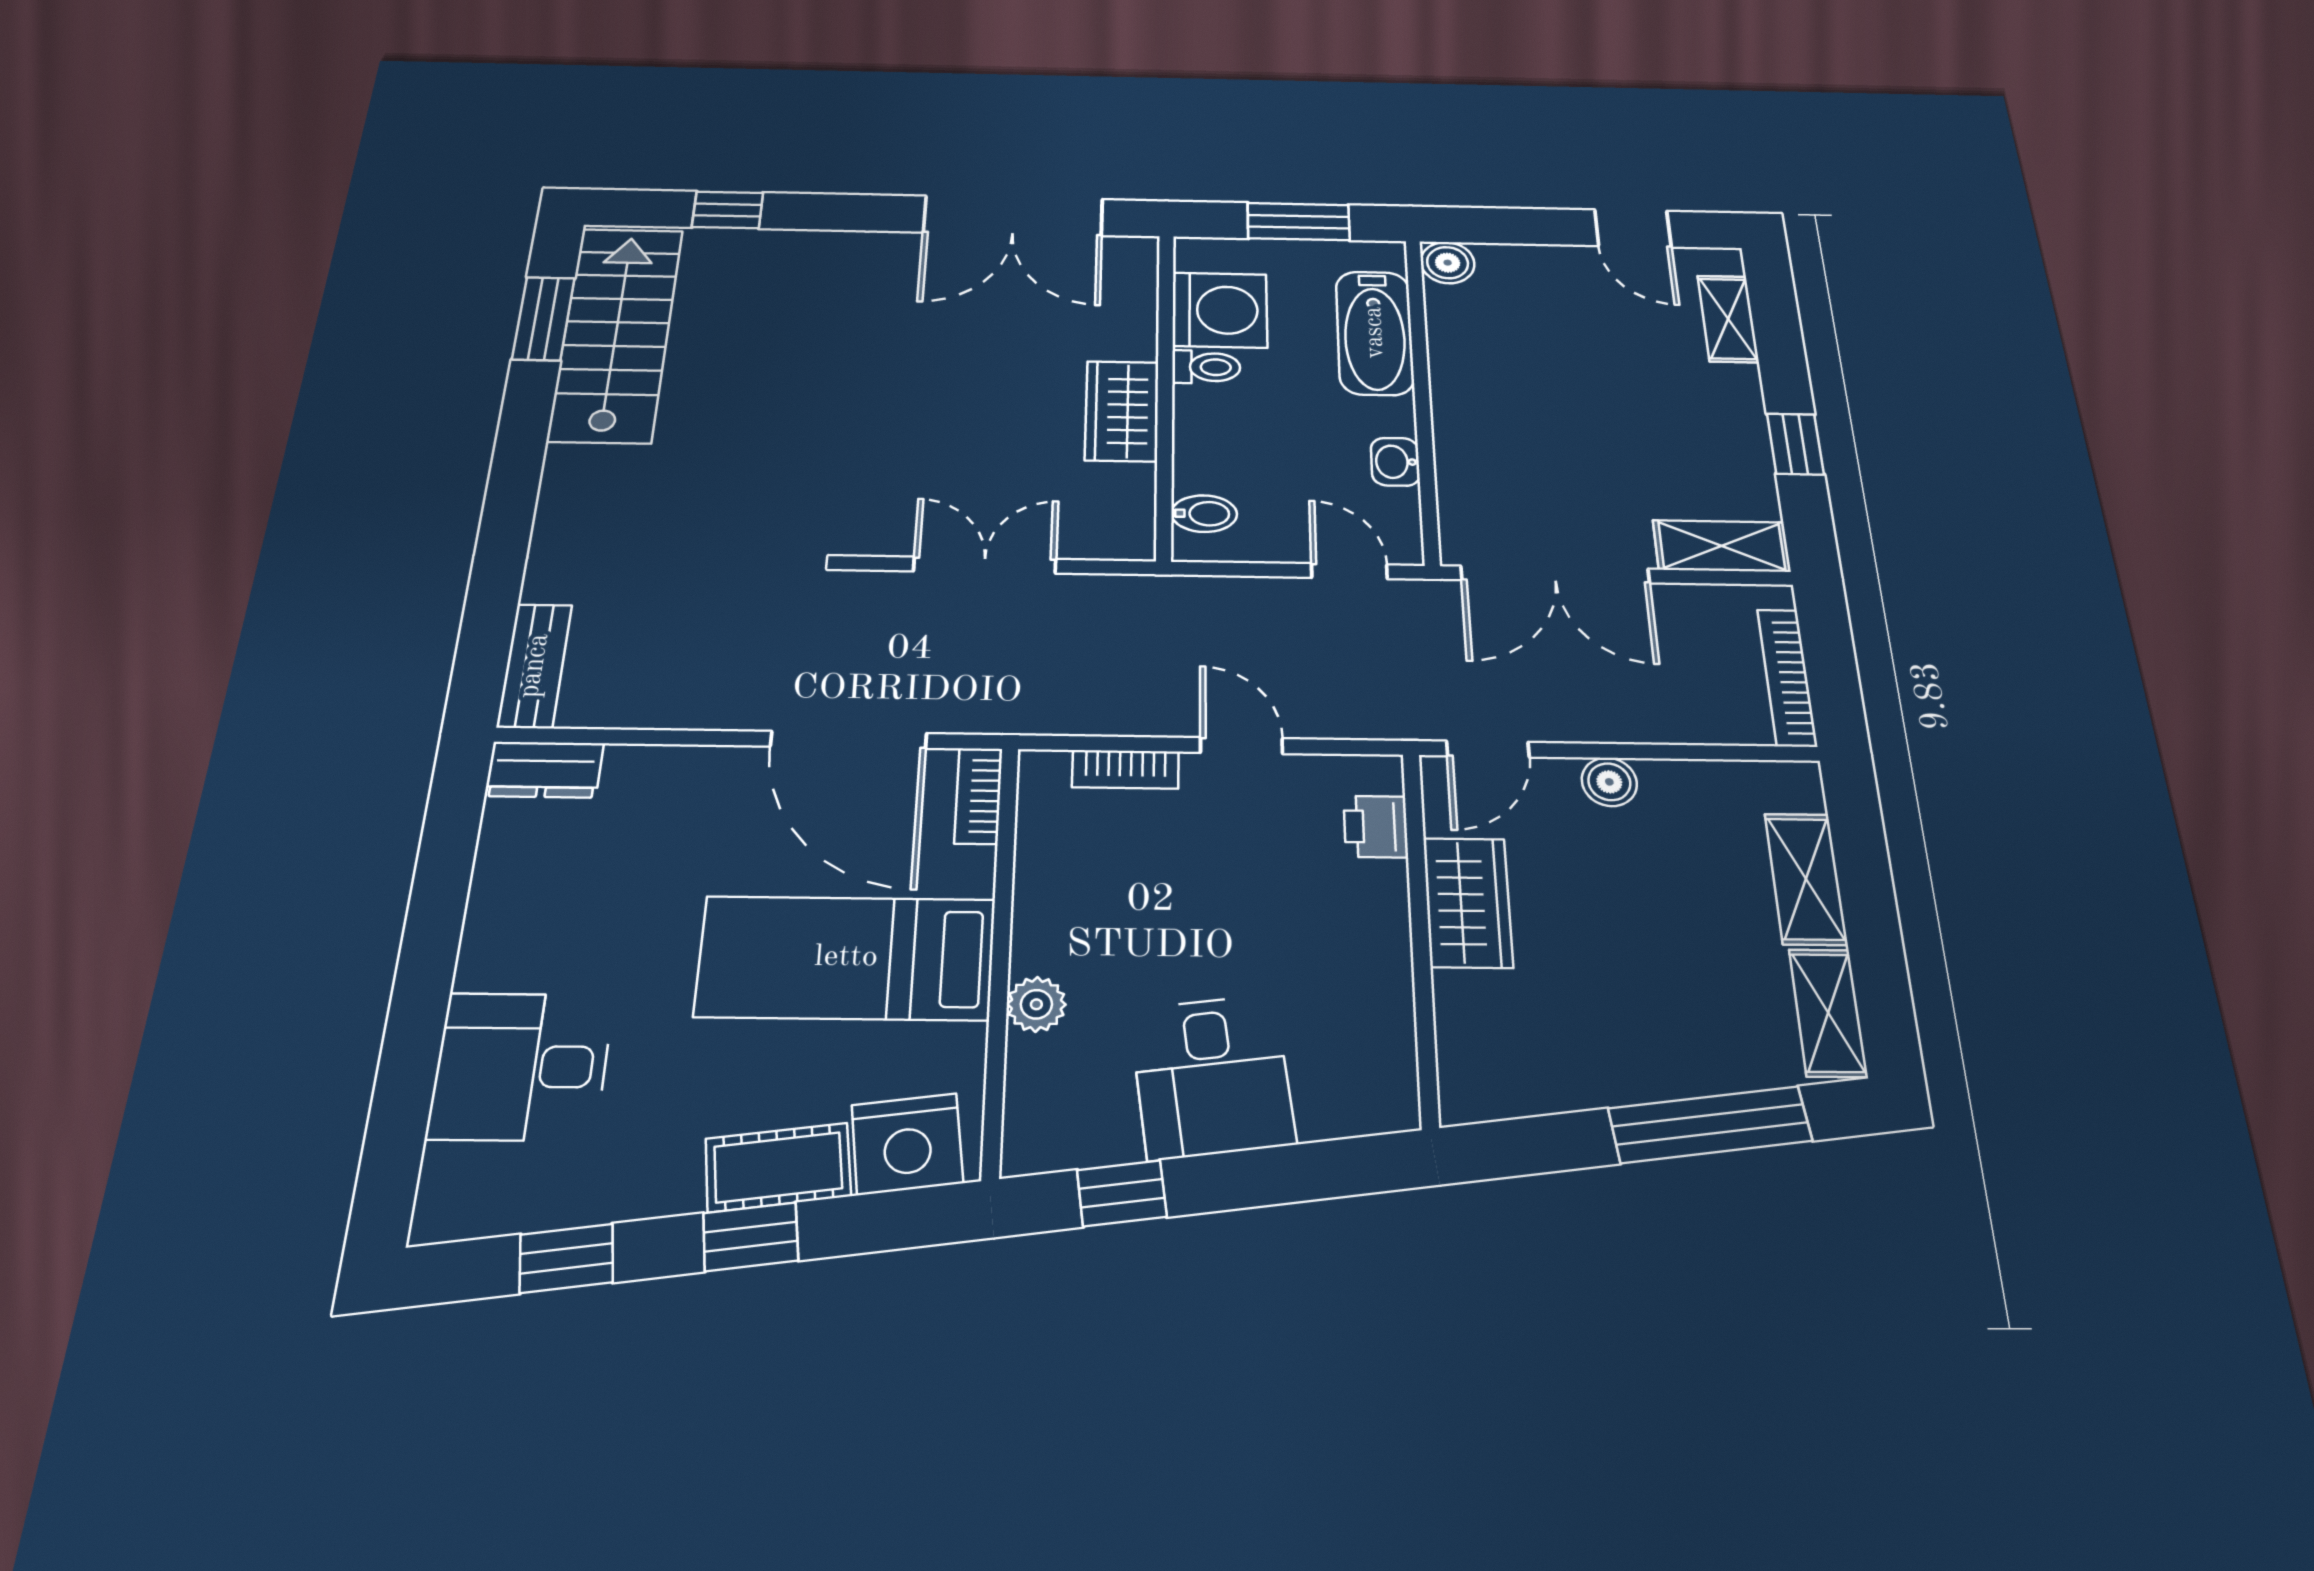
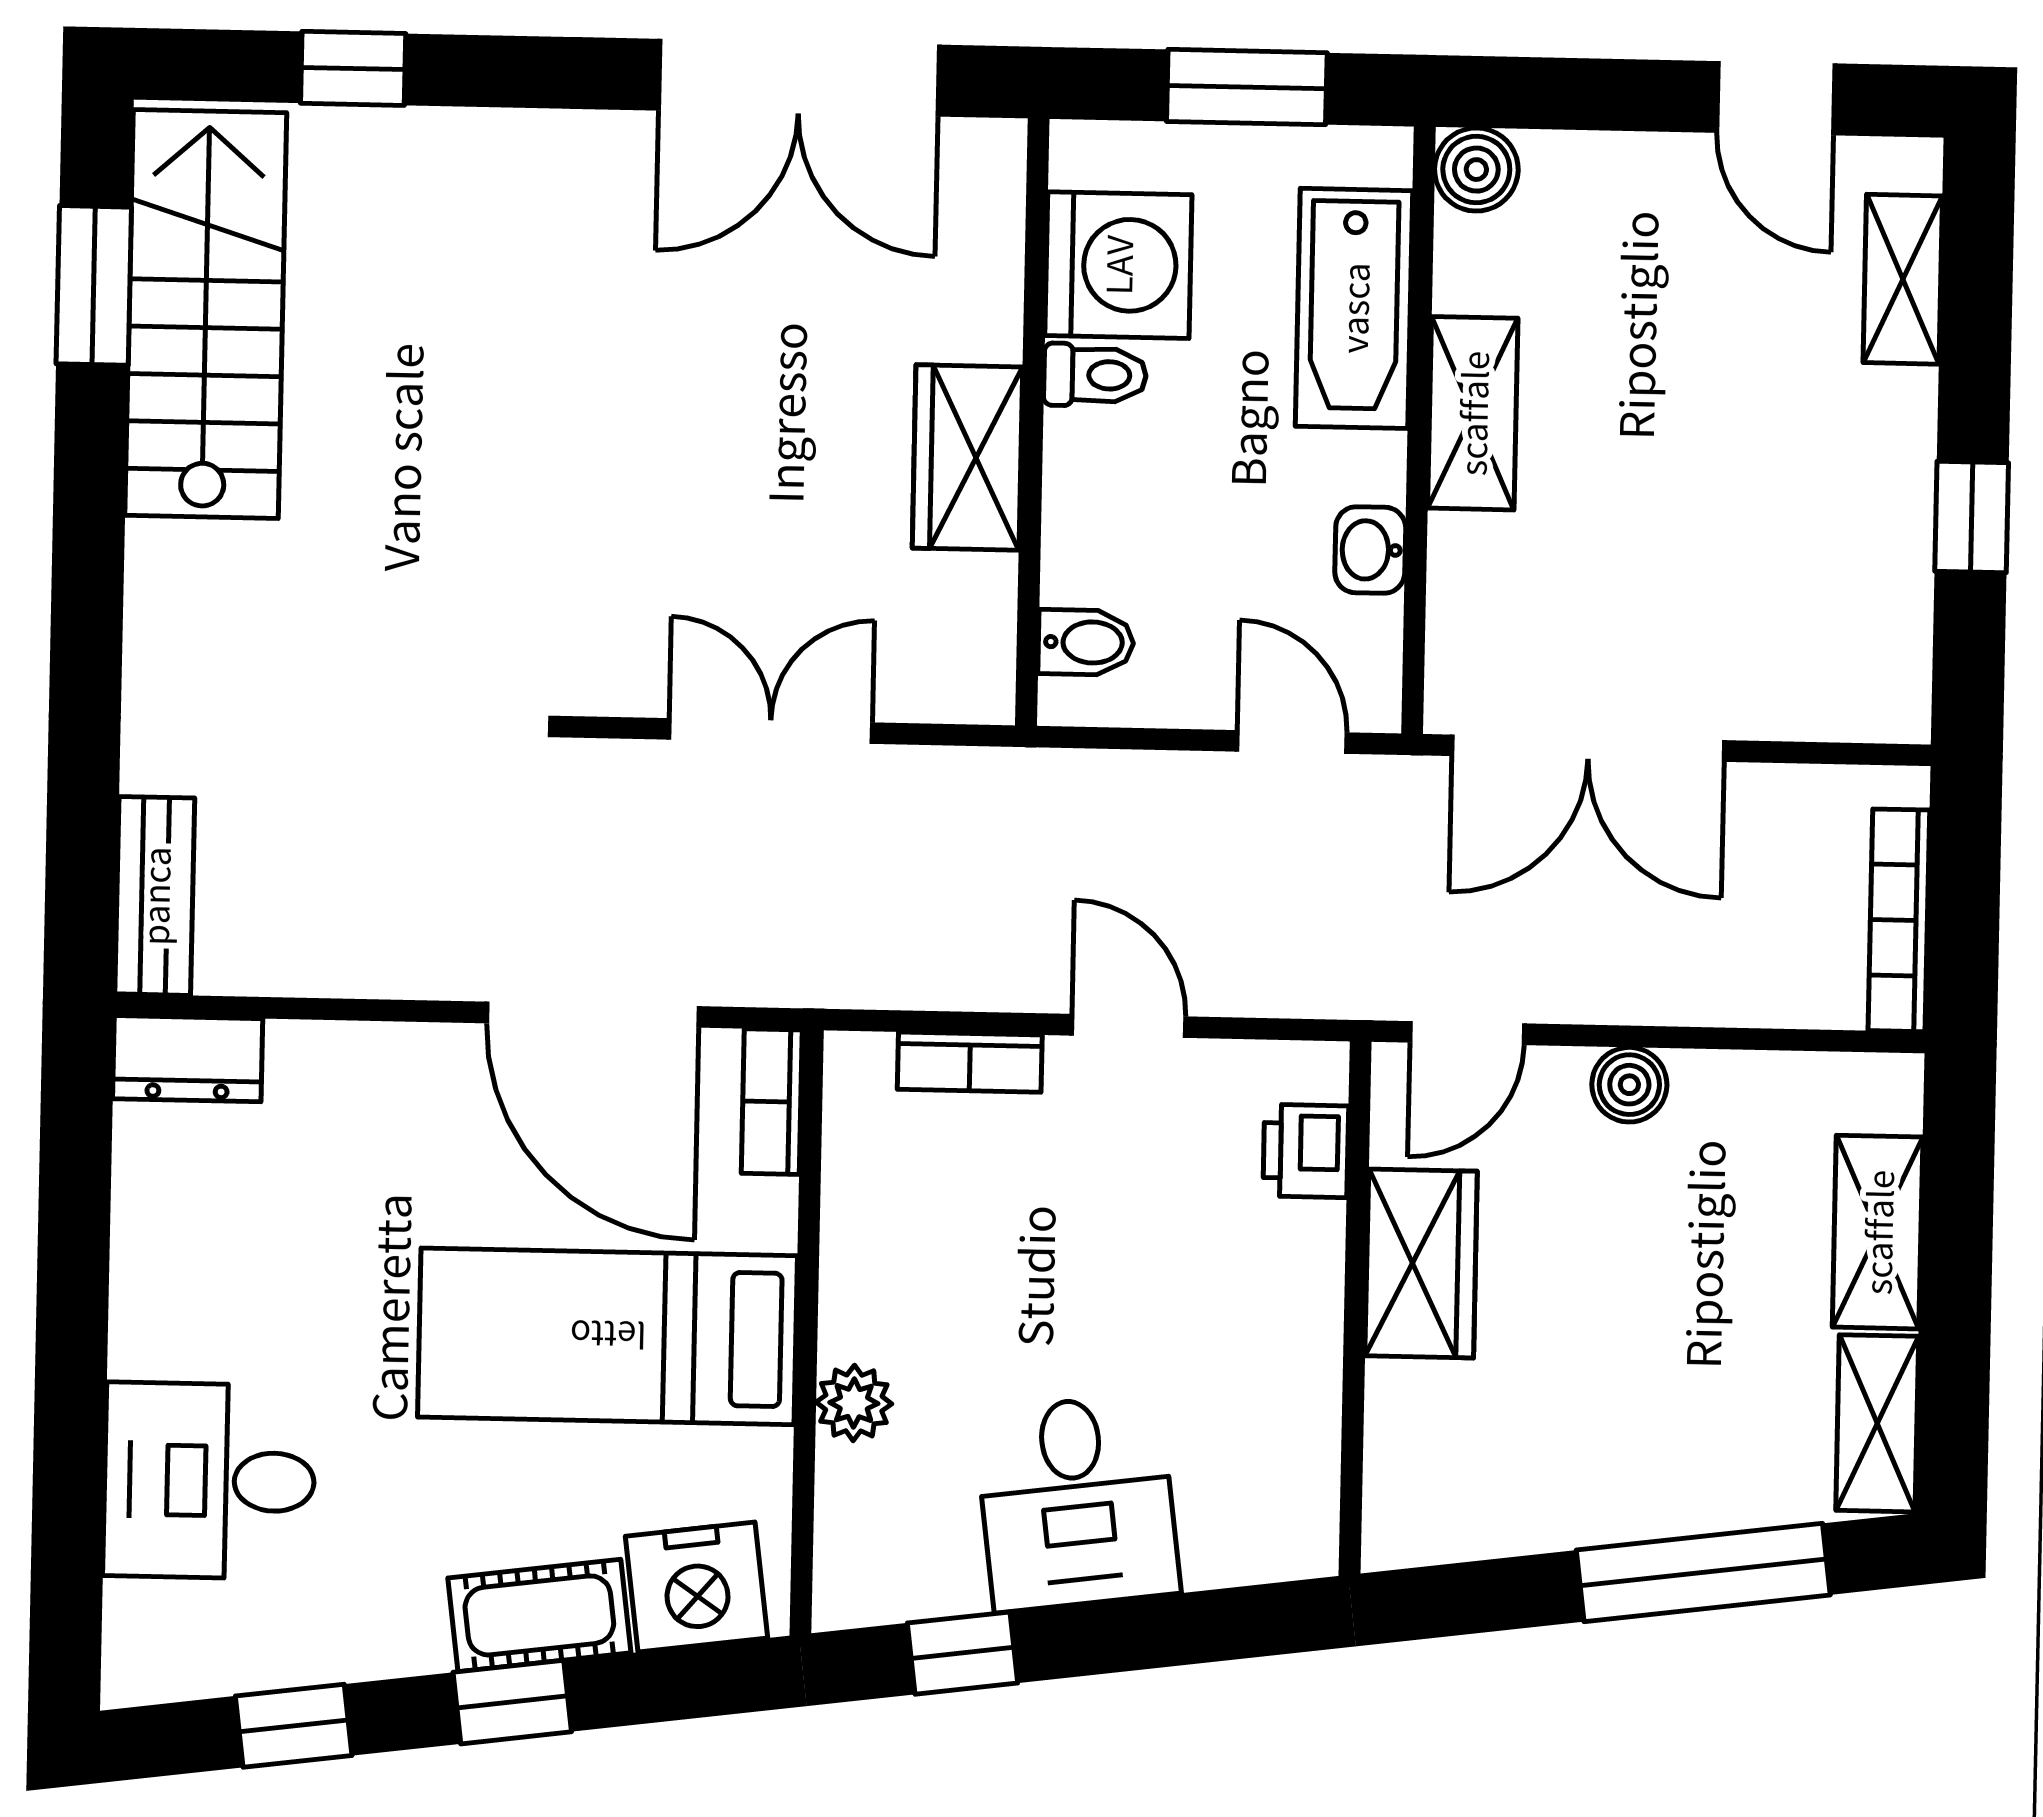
shelving: (1722, 546) -> (1473, 413), moved, turned 90

